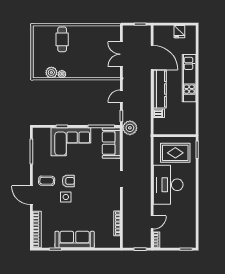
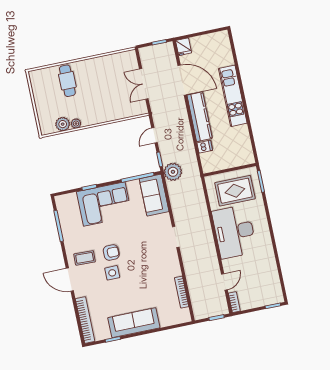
fridge: (179, 32) -> (184, 47), moved

